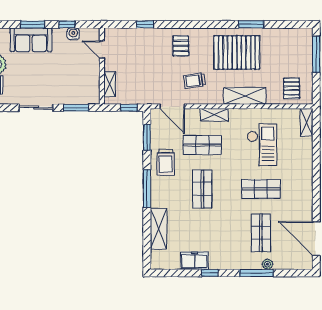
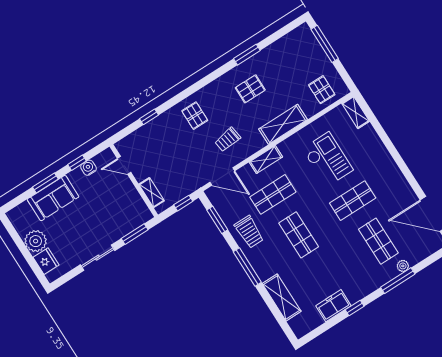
pallet: (237, 53) -> (250, 89), width x0.49, depth x0.50

